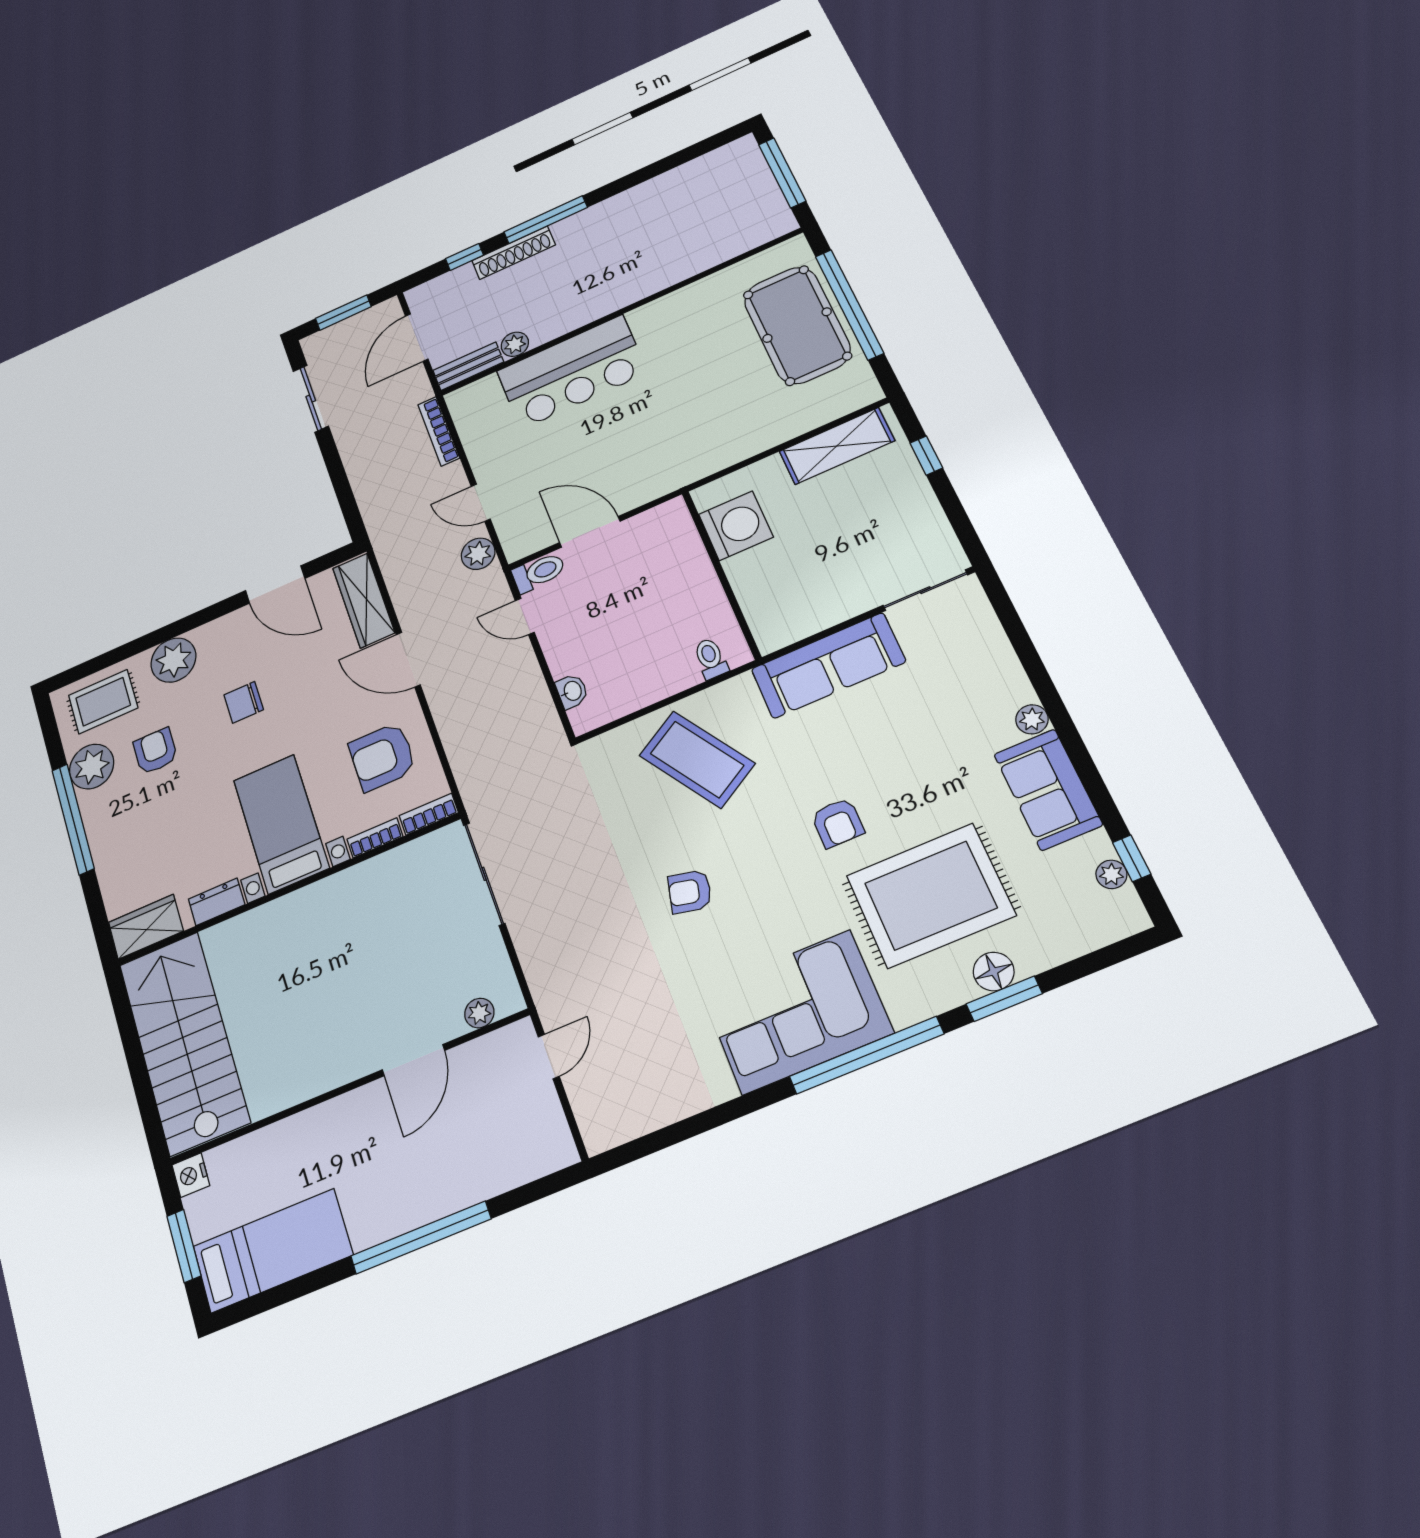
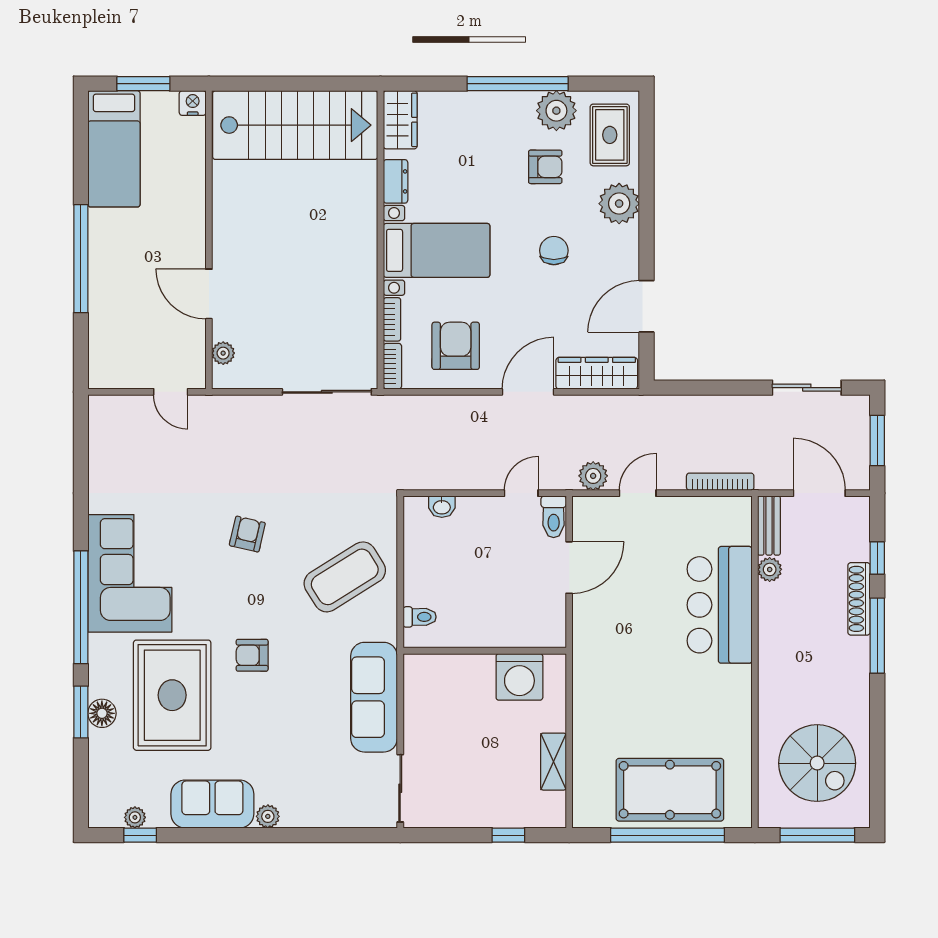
spiral stairs: (704, 208) -> (817, 763), added
shelving: (837, 446) -> (553, 762), width x0.67, depth x0.75

